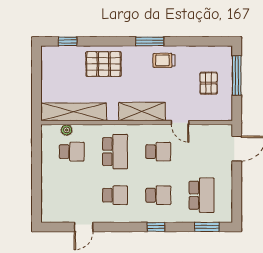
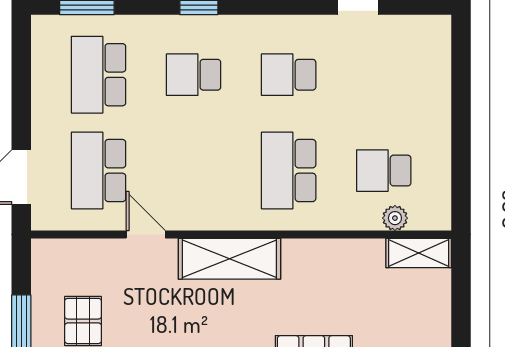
shelving: (74, 112) -> (419, 253), width x0.45, depth x0.75
school desk: (158, 152) -> (99, 171), moved, width x1.85

